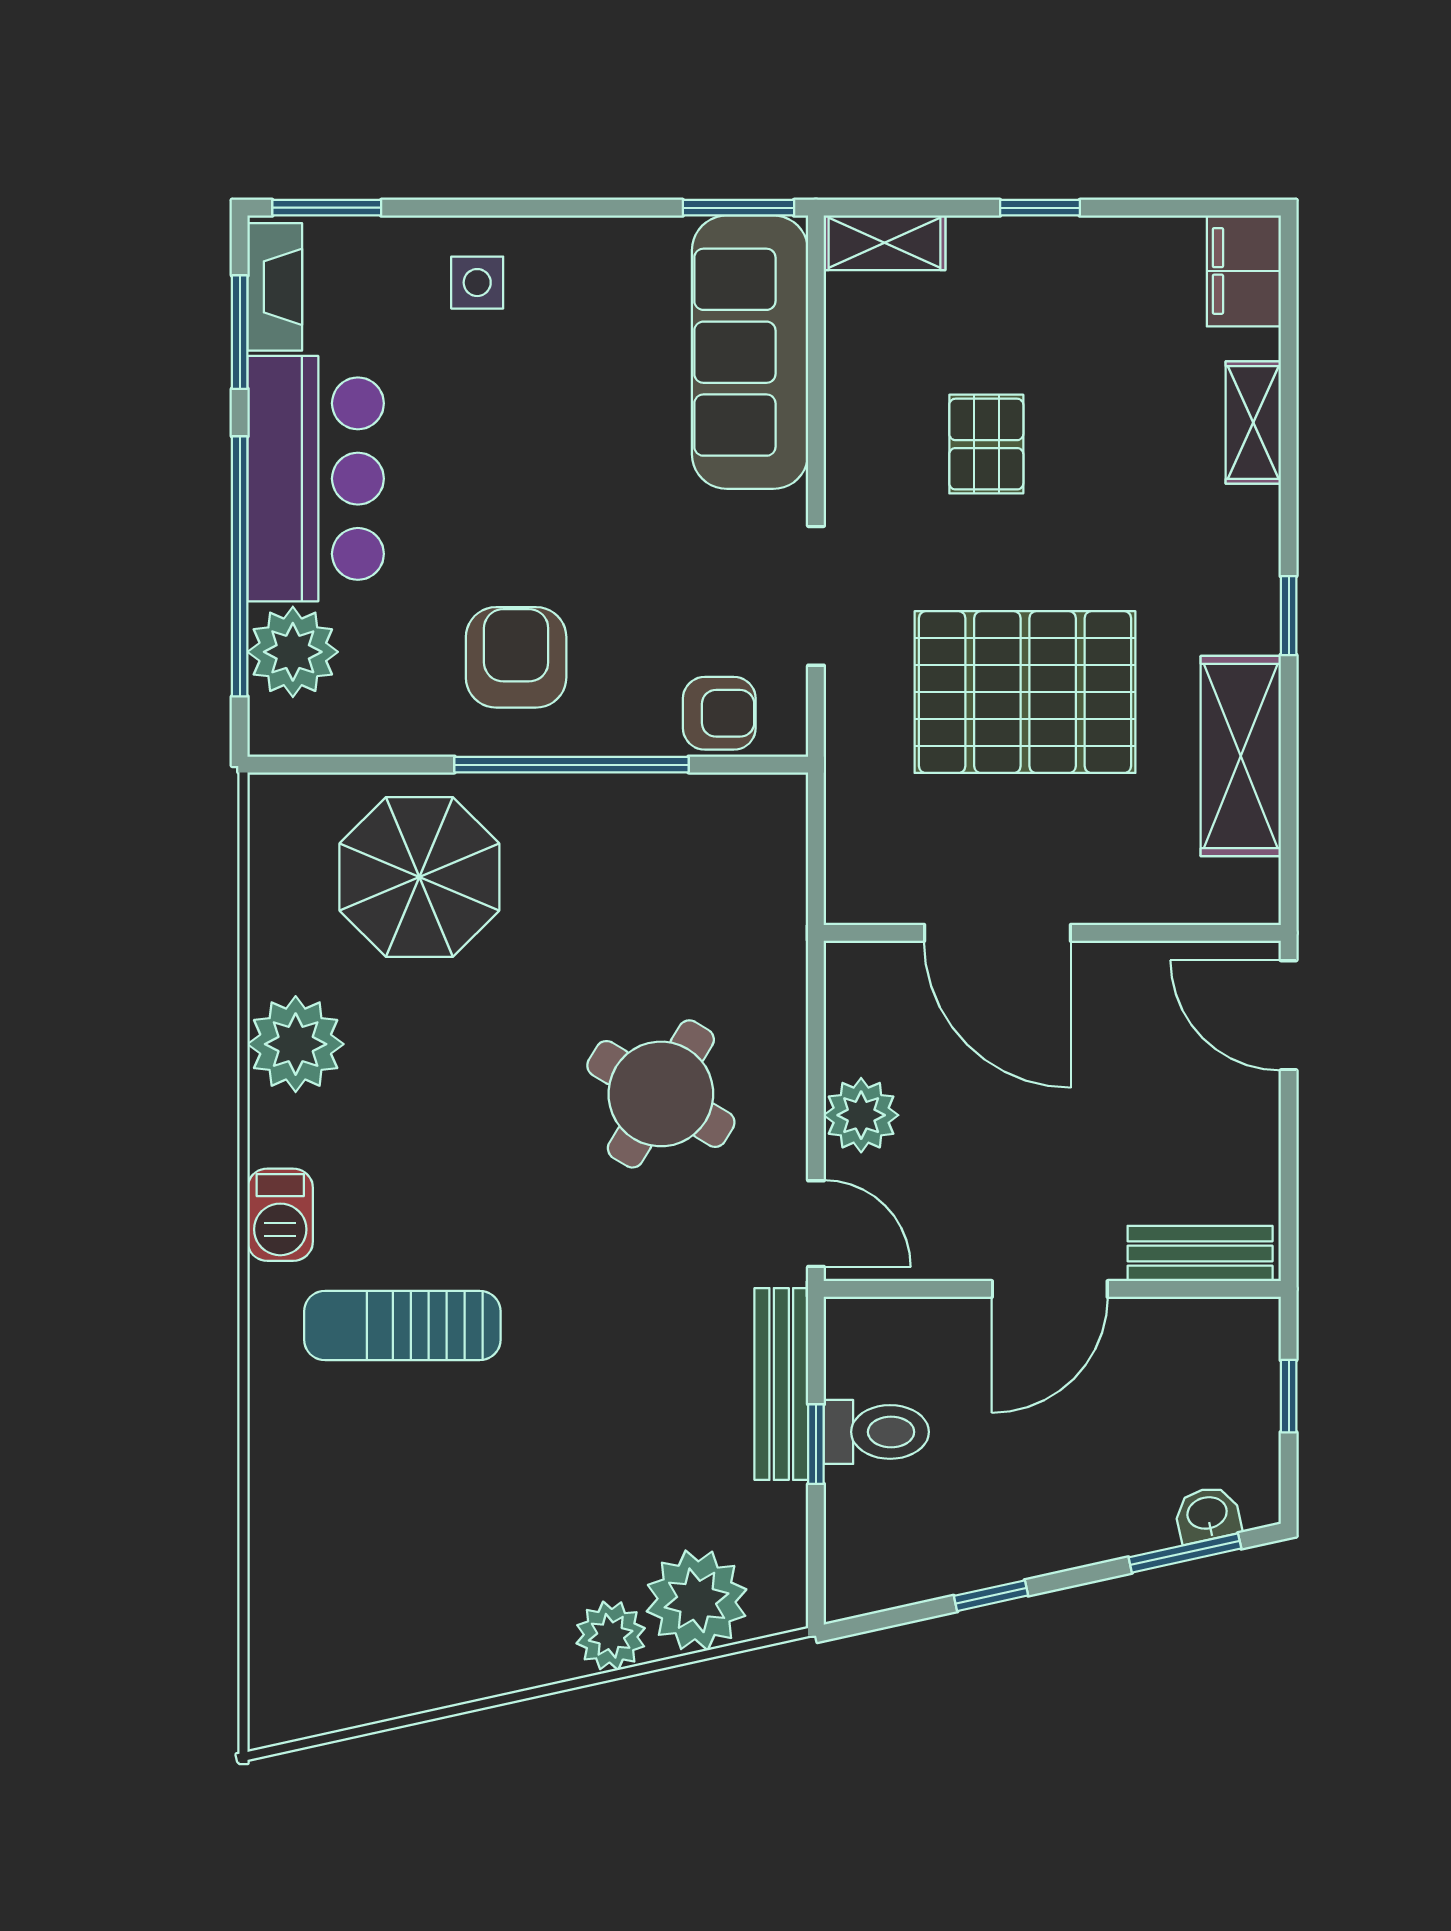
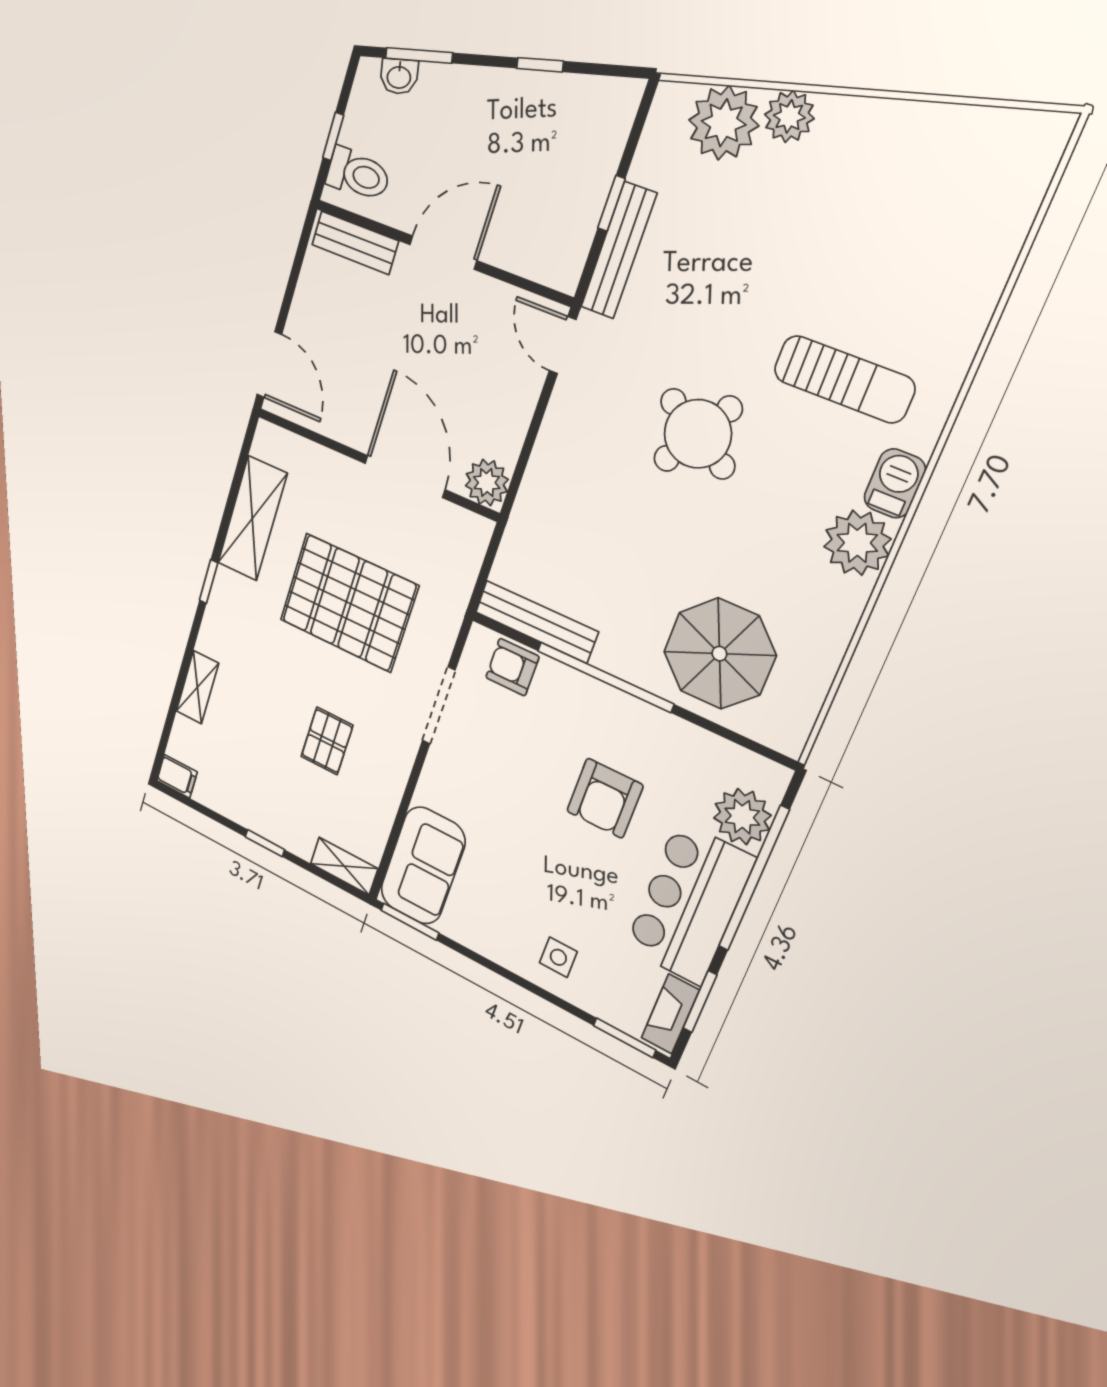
filing cabinet: (1244, 271) -> (177, 776), width x0.50
sofa: (750, 352) -> (423, 866), width x0.73
armchair: (516, 657) -> (605, 798), moved
bench: (707, 801) -> (536, 622), added
plant: (296, 1044) -> (857, 543), moved
round table: (661, 1094) -> (698, 434), moved
plant: (861, 1115) -> (487, 483), moved
toilet: (876, 1432) -> (358, 174), moved, turned 180

